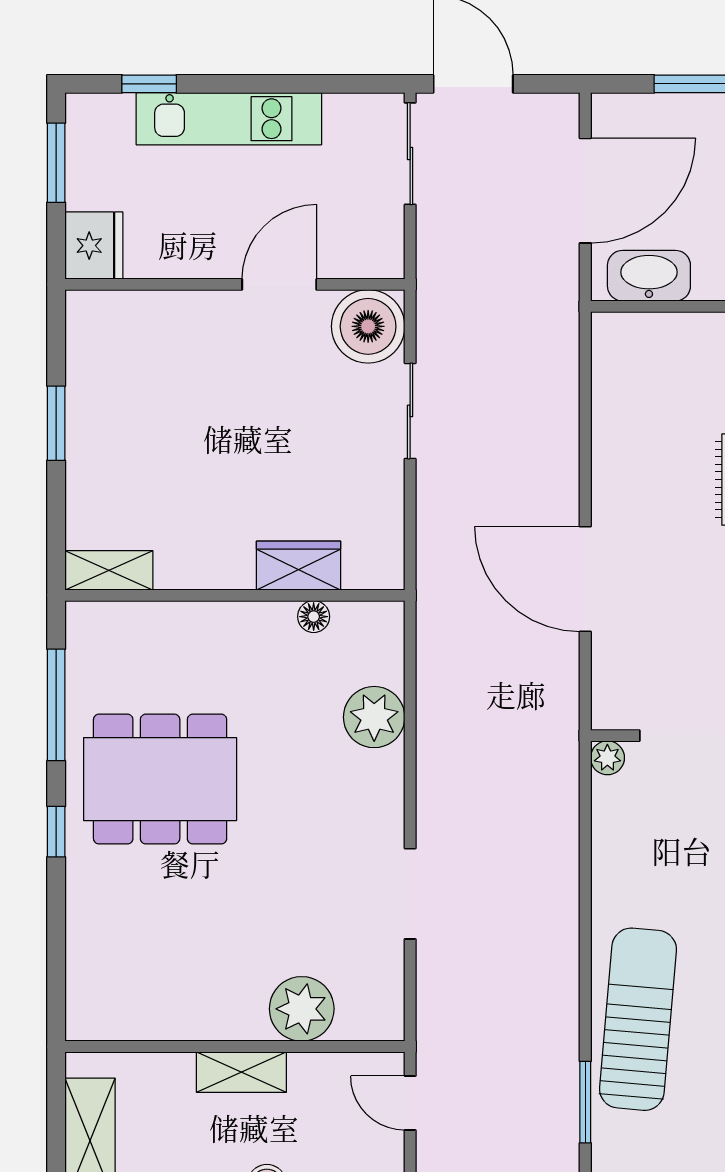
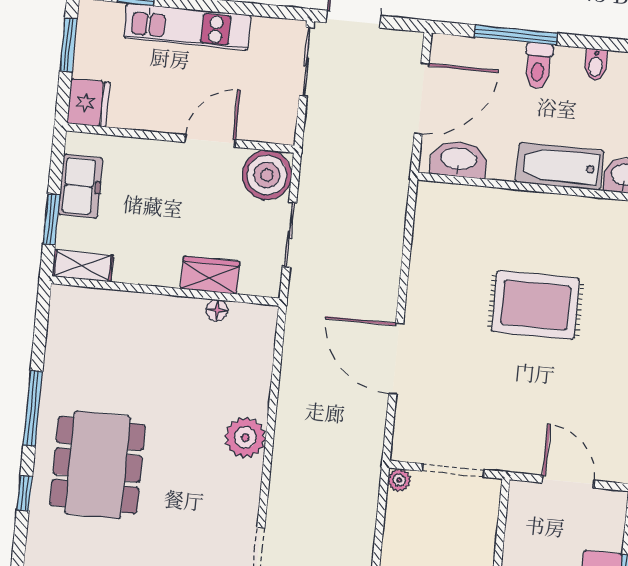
freezer: (94, 370) -> (80, 186), added
wardrobe: (299, 566) -> (210, 275), moved
shelving: (109, 570) -> (82, 266), moved
wall: (235, 595) -> (165, 291), moved
floor lamp: (314, 617) -> (217, 310), moved
dining table: (160, 779) -> (98, 465), turned 90

